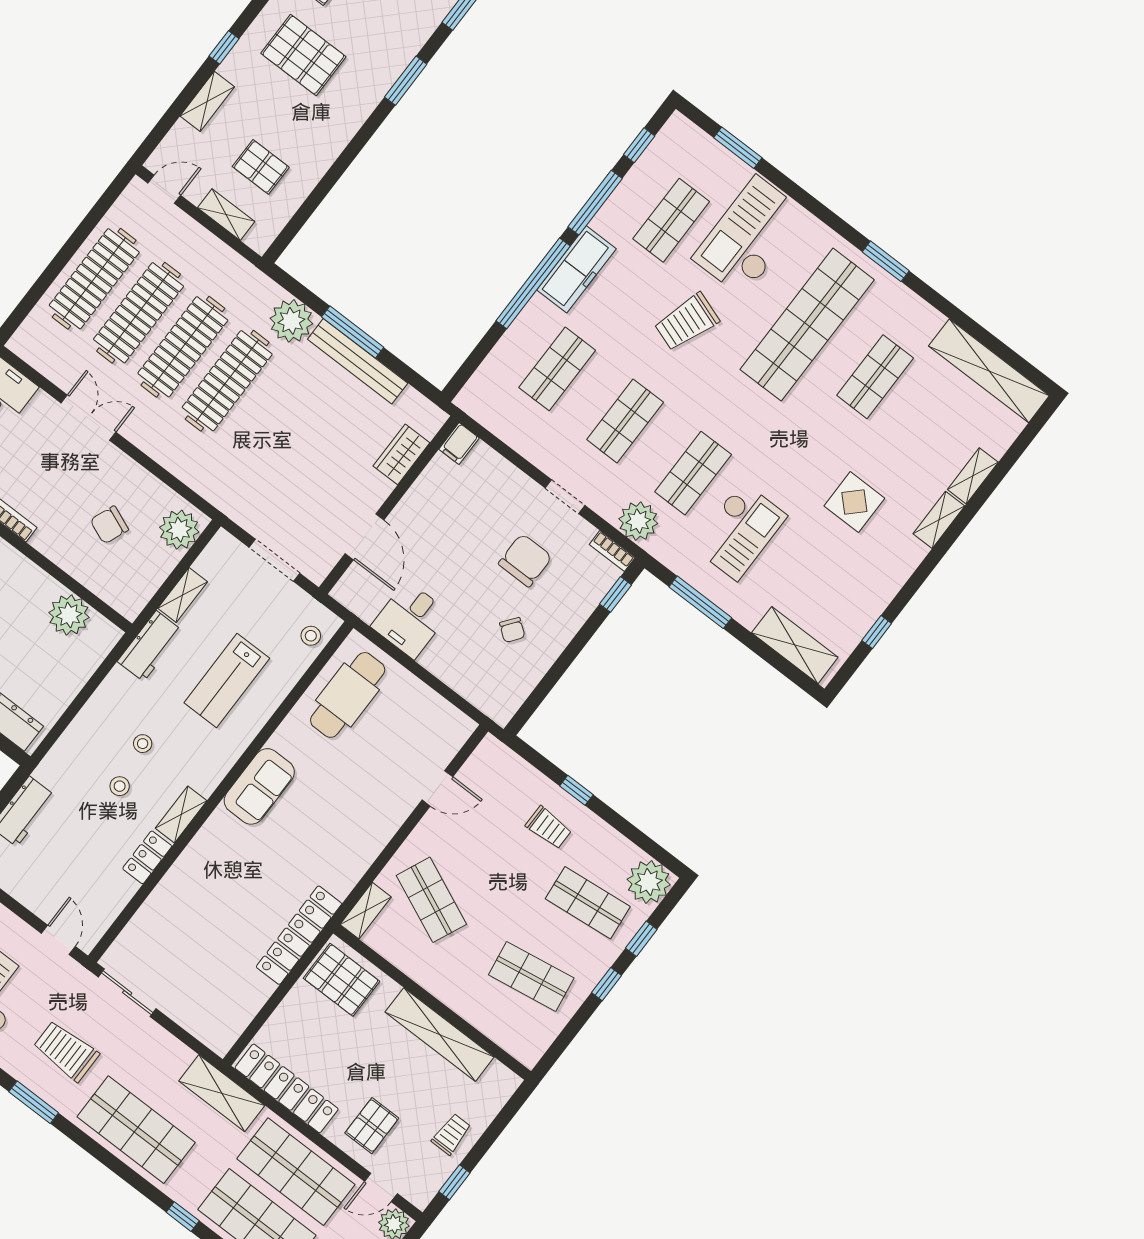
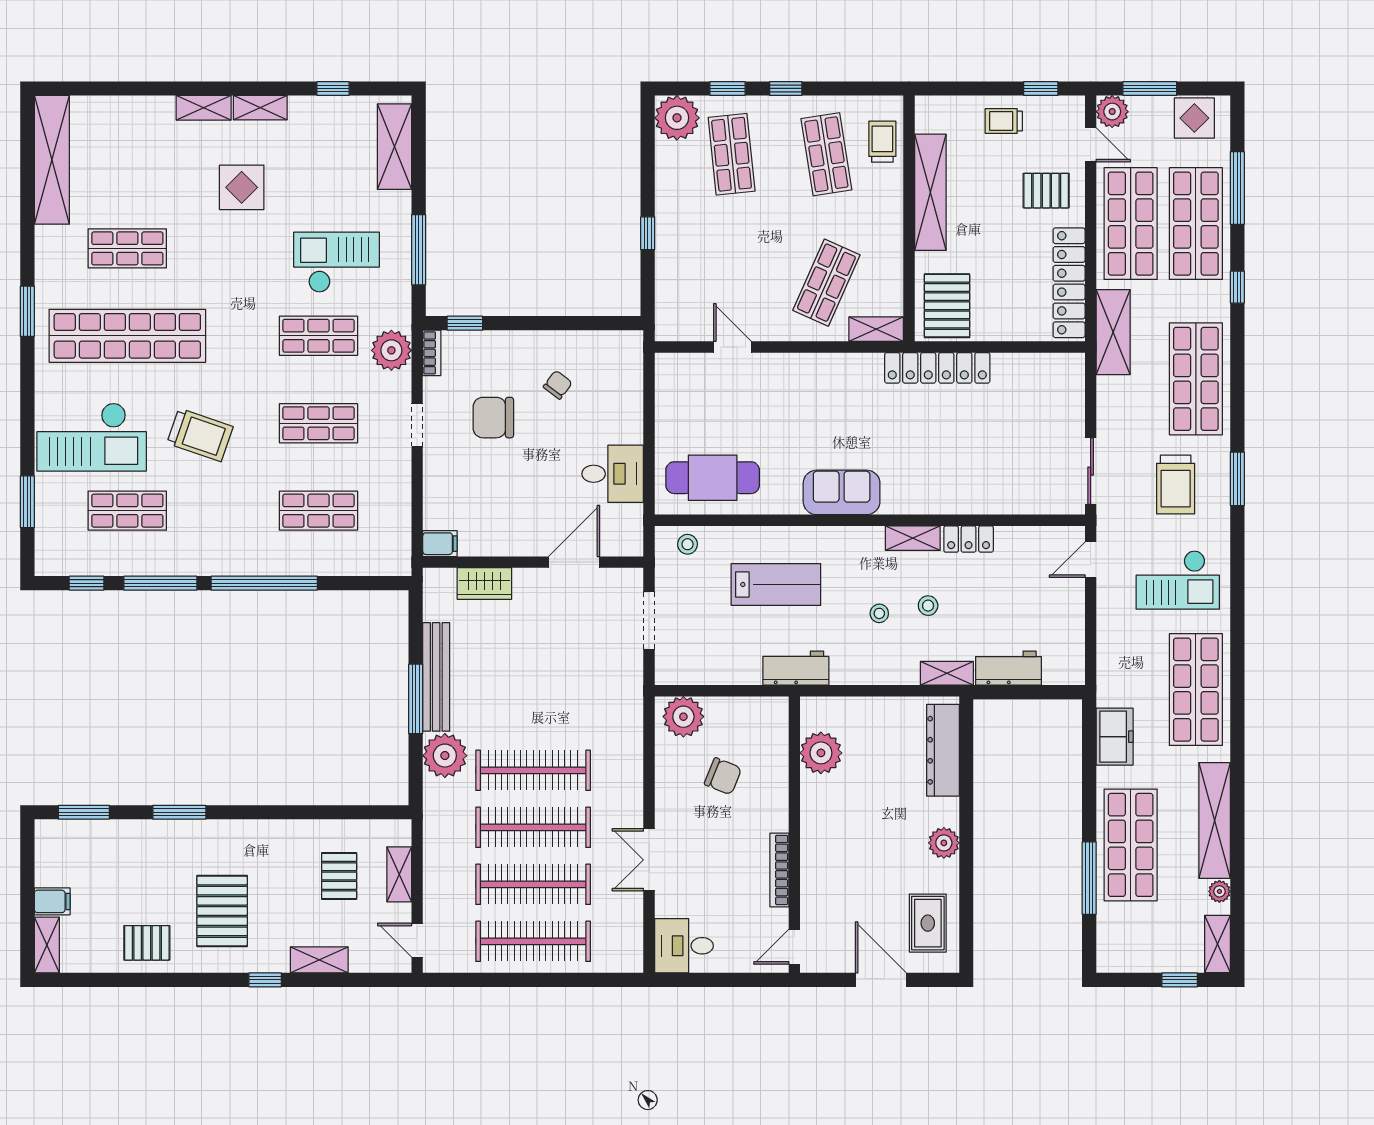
freezer: (576, 269) -> (226, 557), removed
shelving: (973, 476) -> (260, 108), moved
shelving: (183, 595) -> (947, 673), moved
trolley: (549, 828) -> (882, 142), moved

